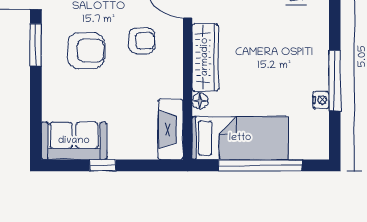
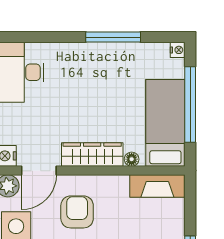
armchair: (142, 41) -> (77, 212), width x1.38, depth x1.38
nightstand: (321, 100) -> (178, 50), moved, turned 90

